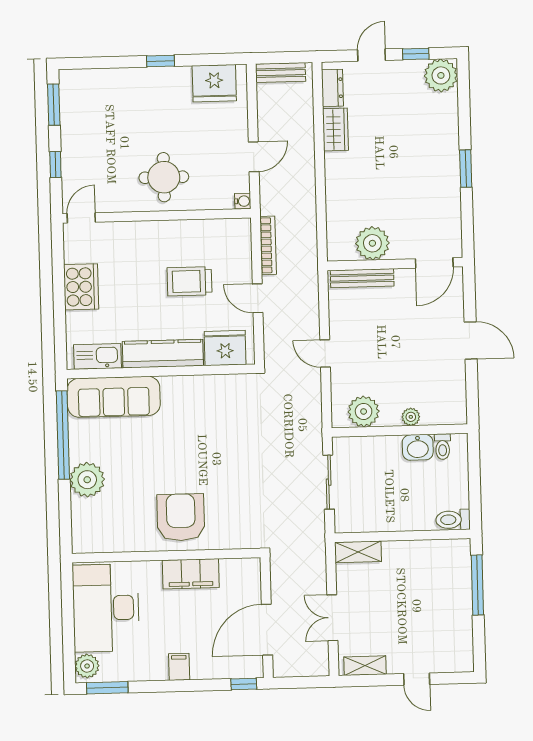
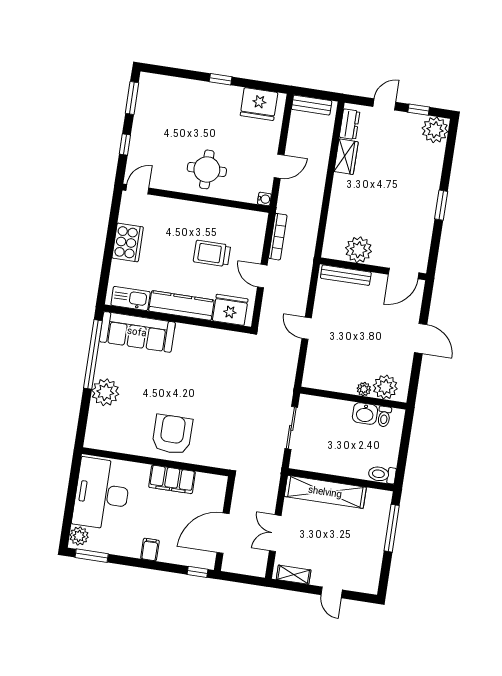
plant: (364, 411) -> (385, 387), moved
shelving: (358, 552) -> (325, 492), width x2.20, depth x1.33

